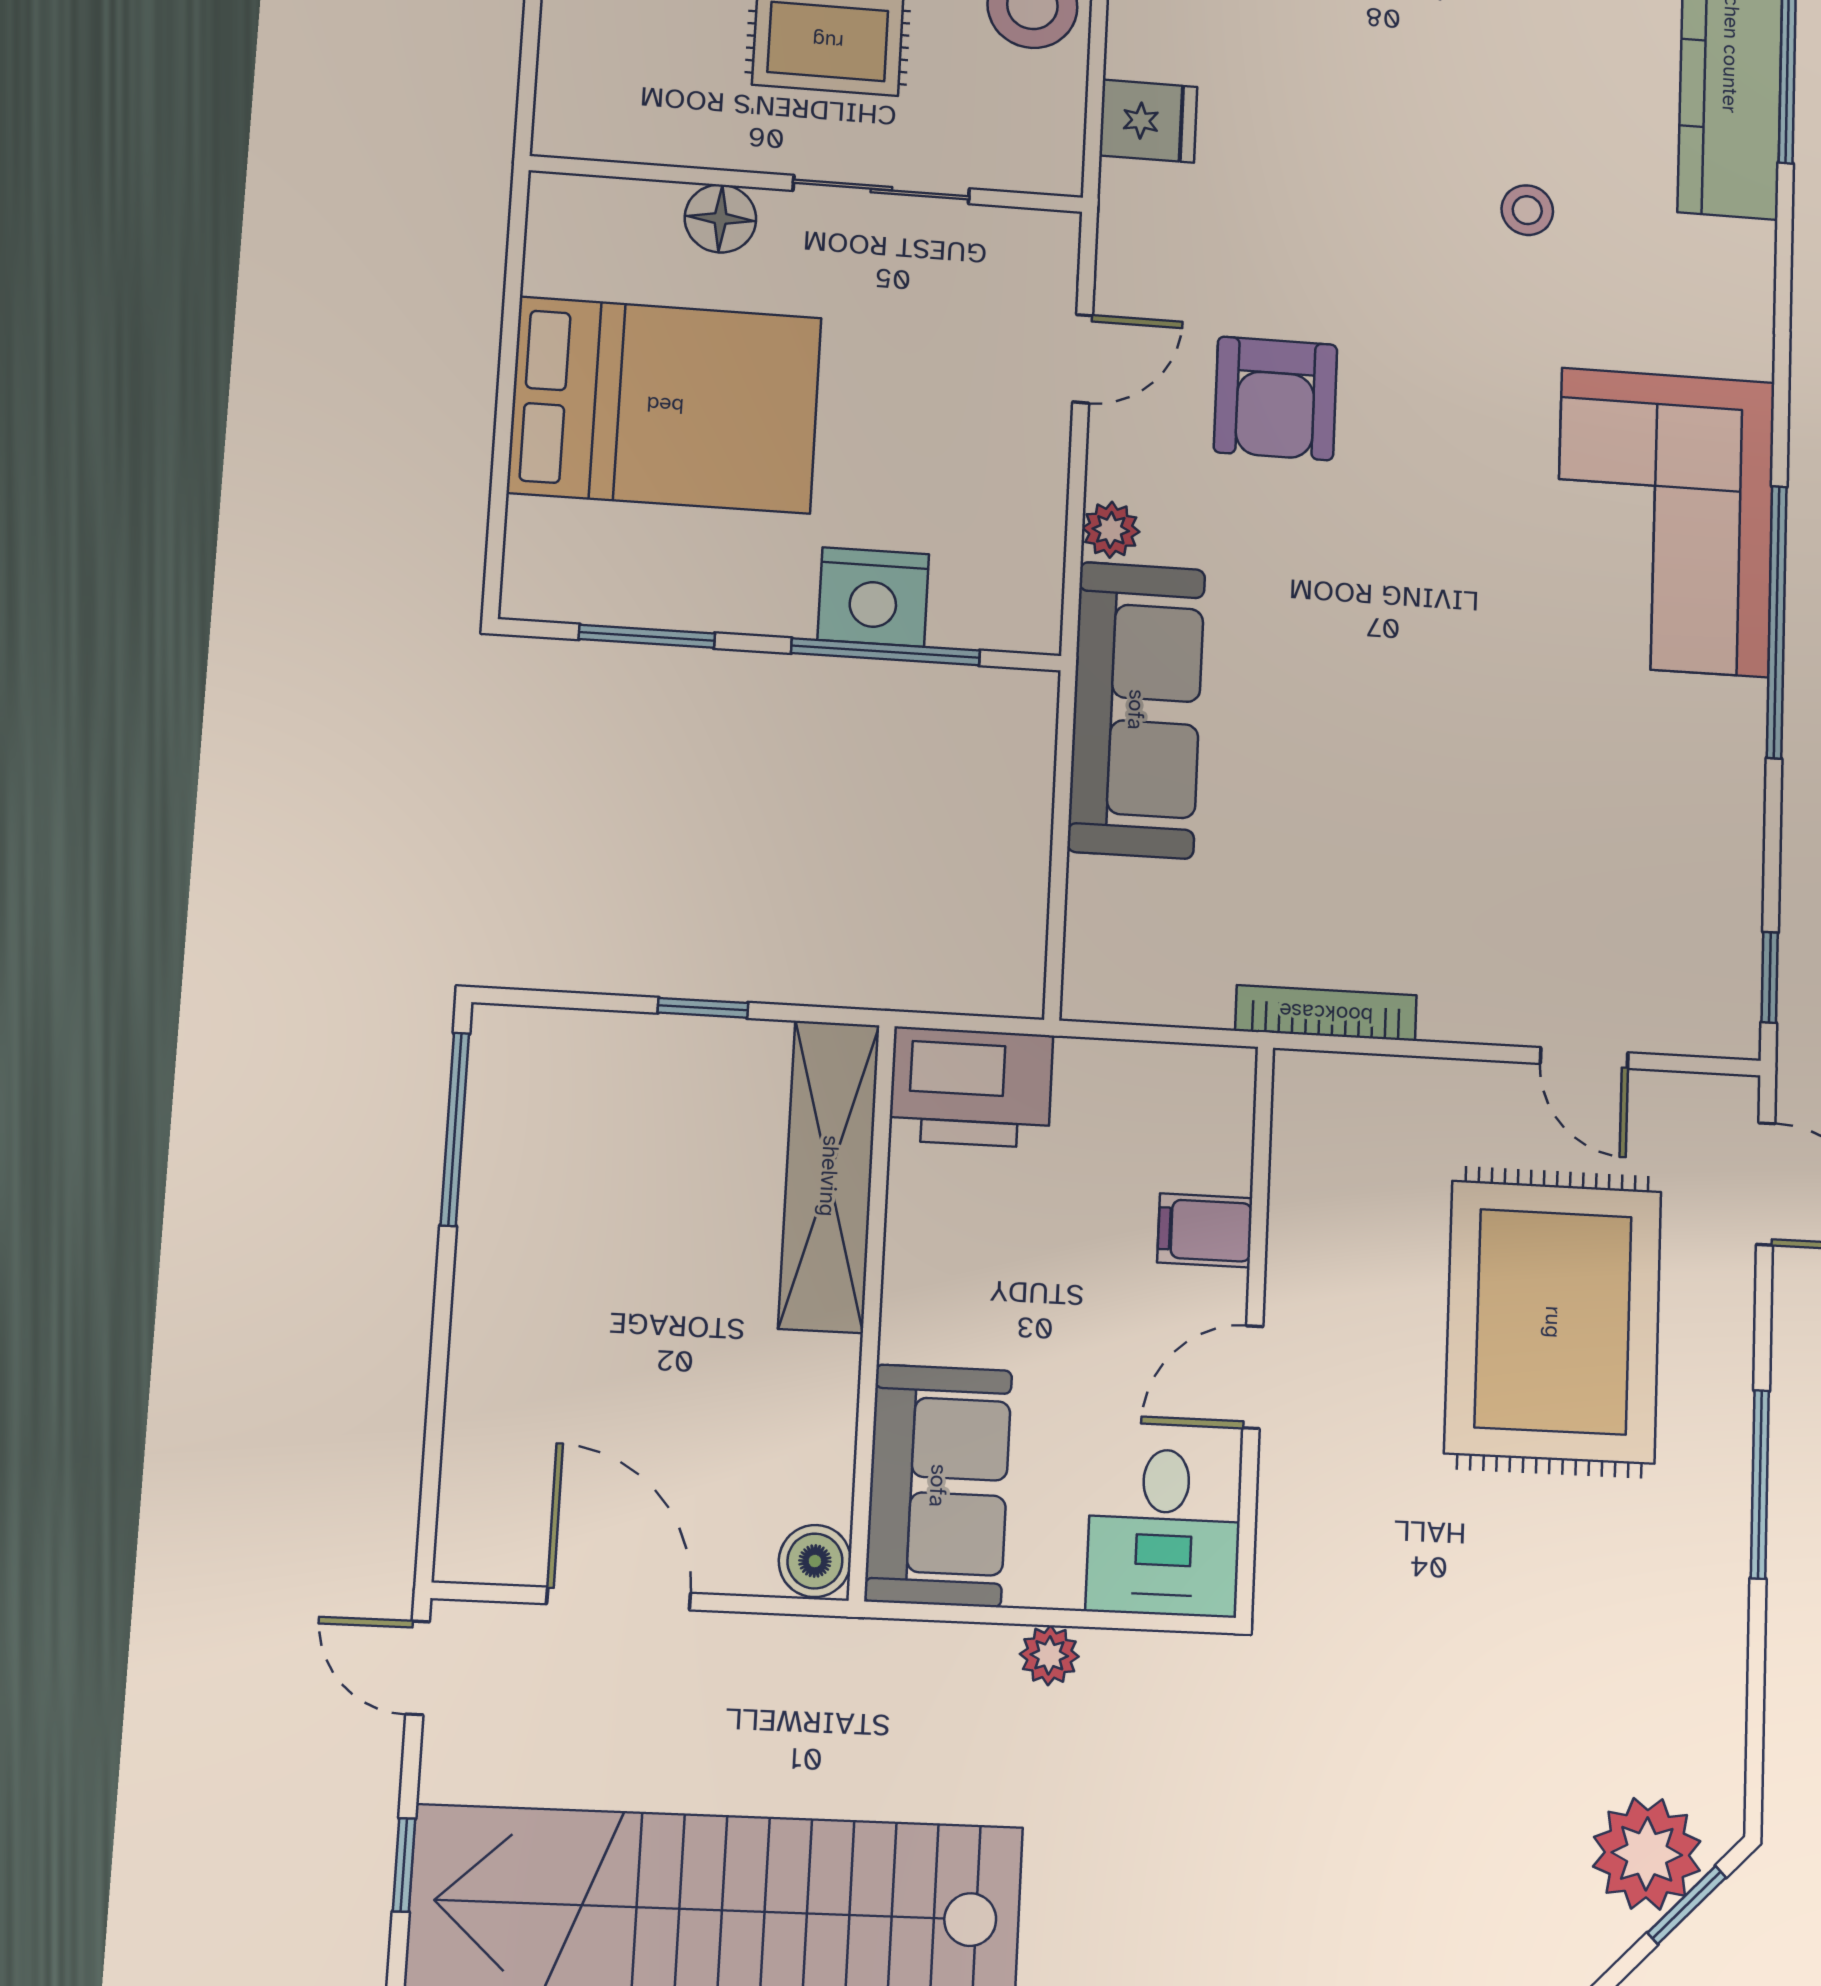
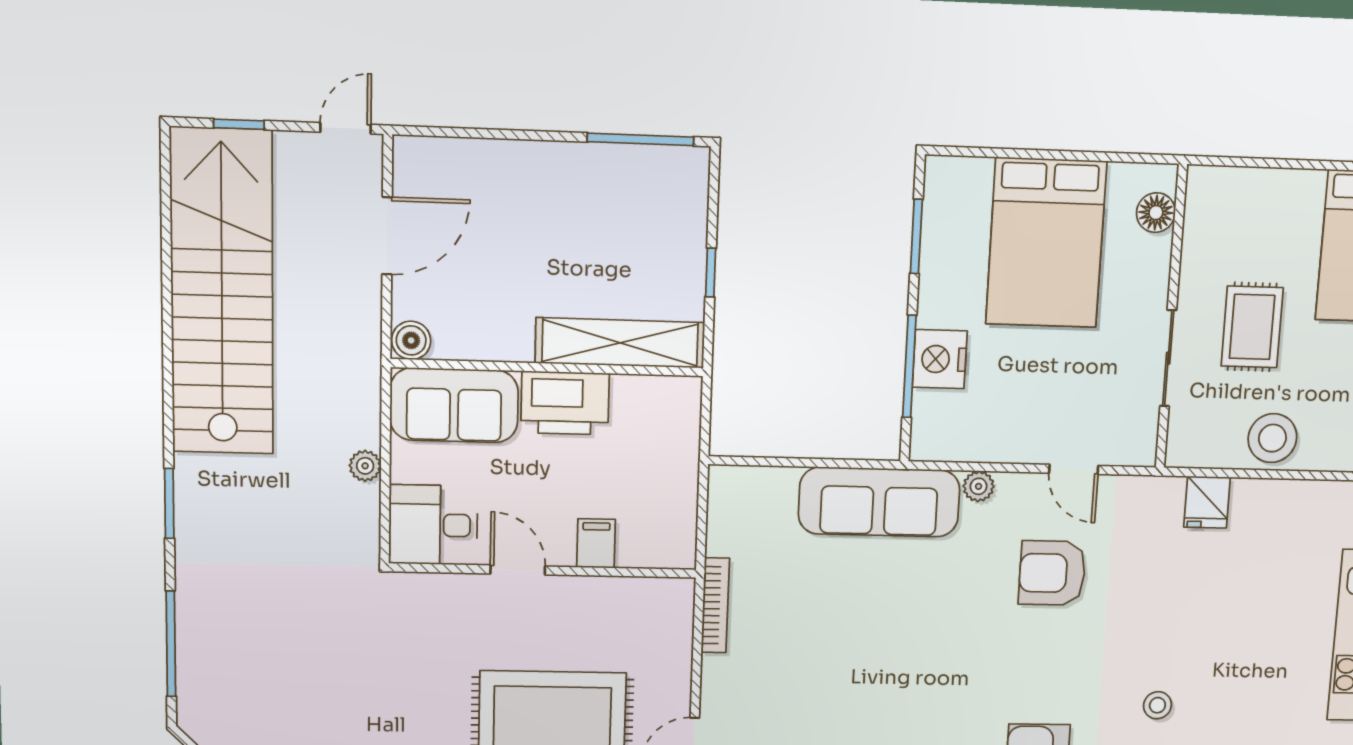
floor lamp: (720, 219) -> (1156, 213), moved
printer: (971, 1087) -> (565, 403), moved, turned -90

